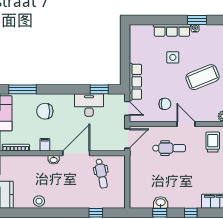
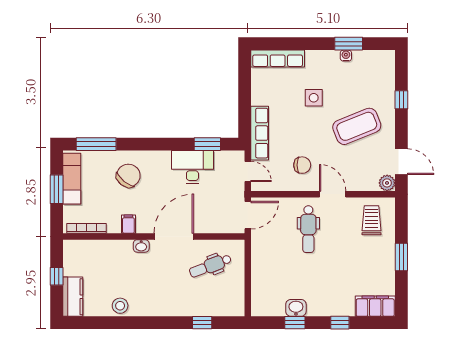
row of seats: (172, 30) -> (278, 59), moved
chair: (45, 111) -> (128, 176), turned 129
dental chair: (169, 148) -> (308, 229), turned 90
dental chair: (101, 174) -> (210, 266), turned 80

